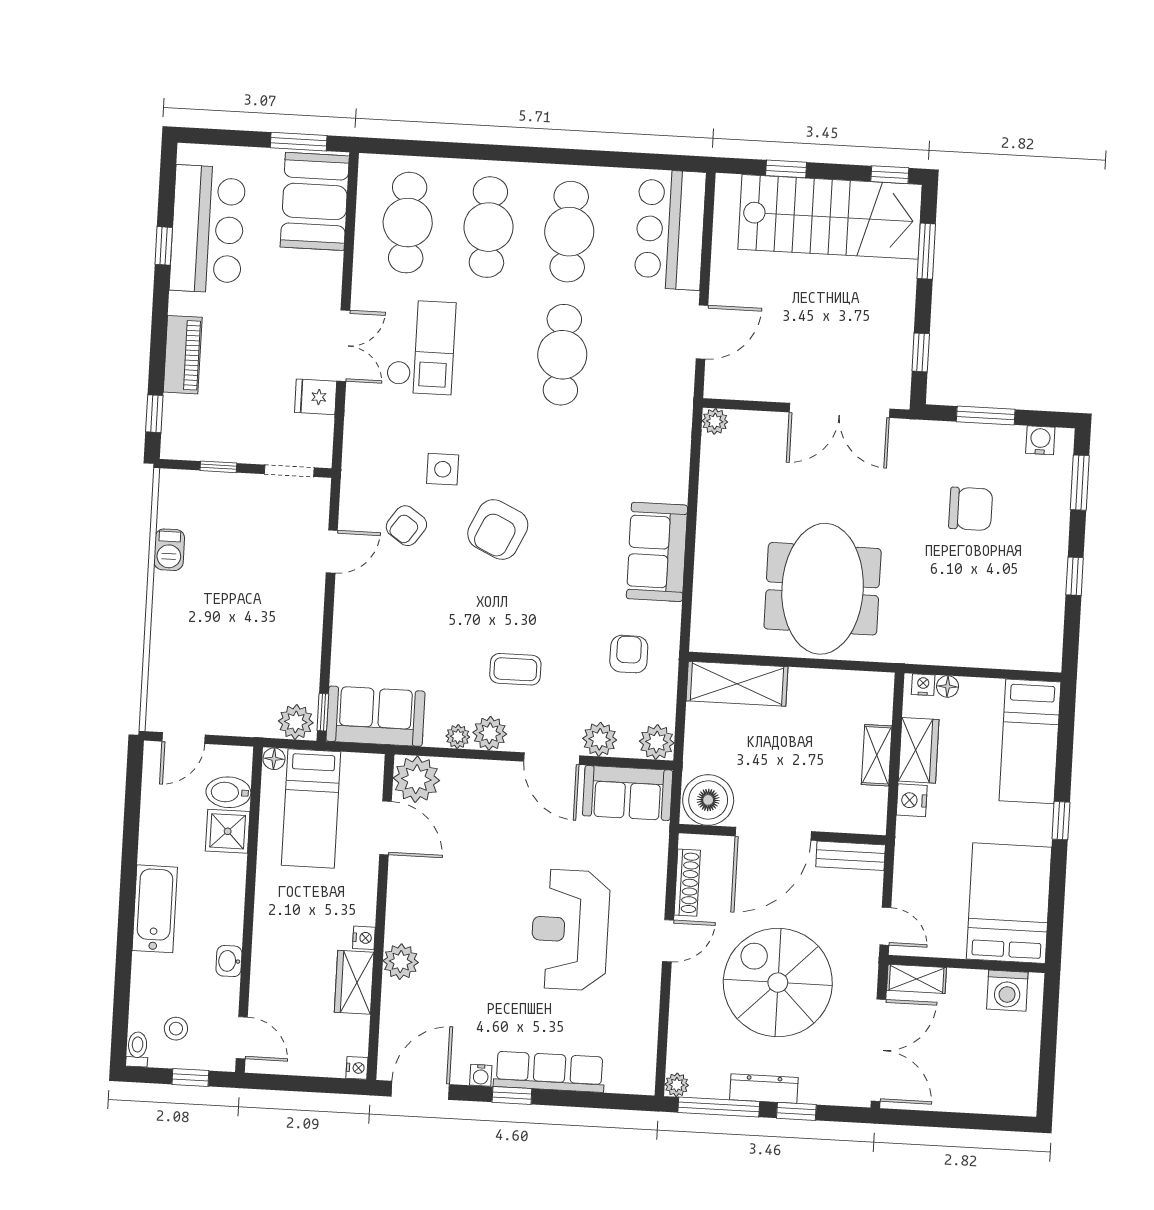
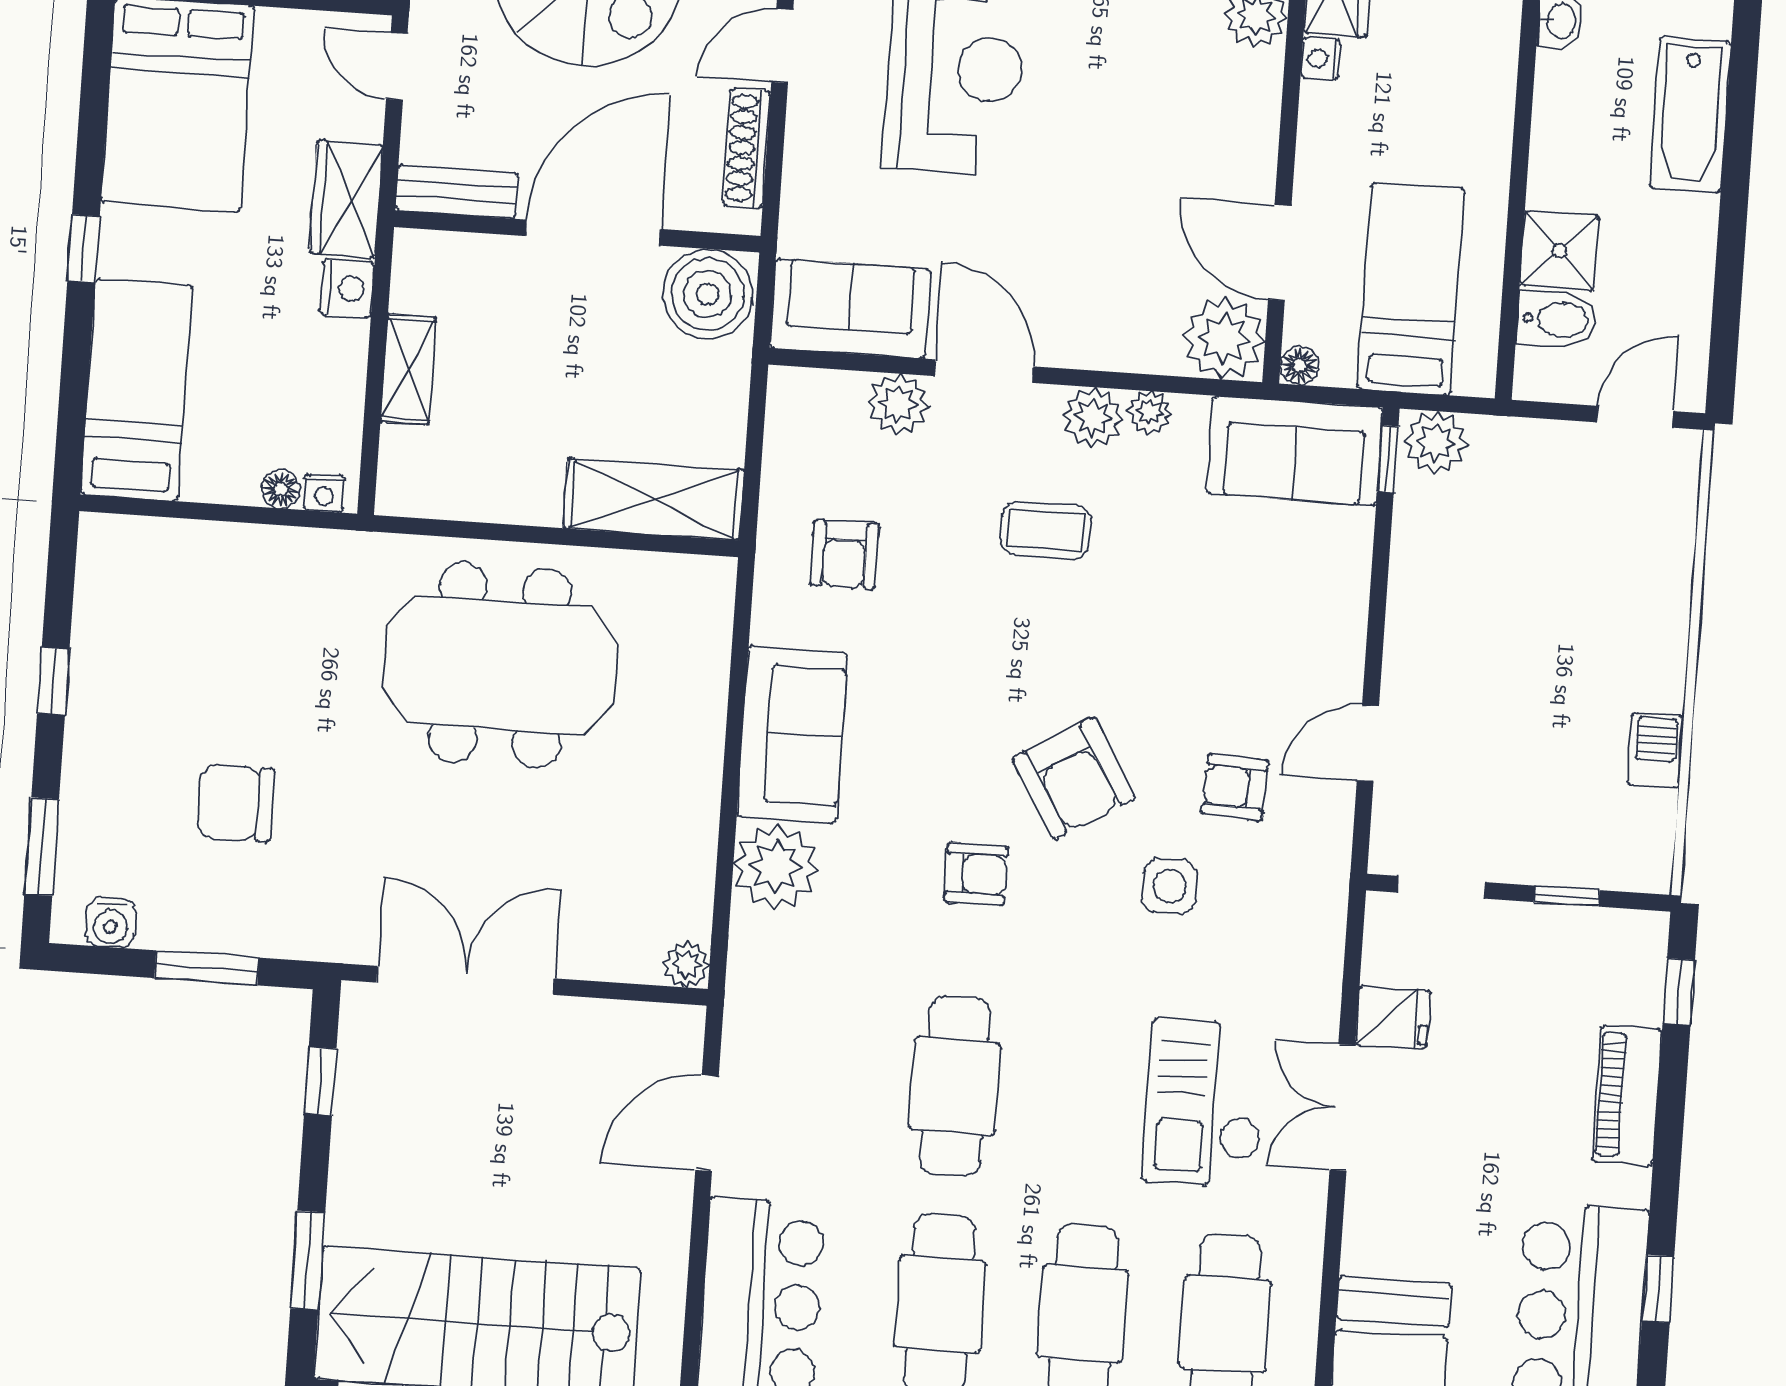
armchair: (552, 475) -> (976, 874), added
armchair: (406, 526) -> (1235, 787), turned -122
armchair: (498, 529) -> (1073, 778), turned 124
meeting table: (823, 589) -> (500, 665), turned 90
plant: (657, 742) -> (776, 867), moved, width x1.36, depth x1.36
wardrobe: (919, 750) -> (346, 199), moved
floor lamp: (274, 759) -> (1300, 365), moved

